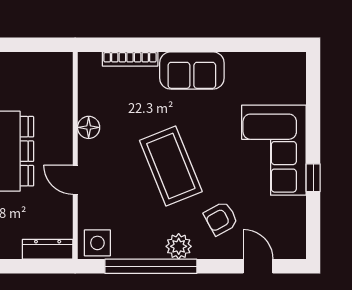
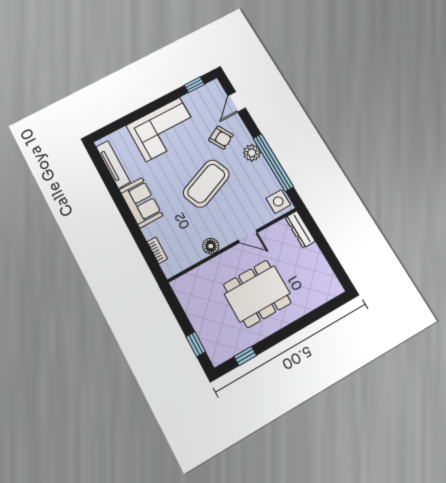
bookcase: (130, 59) -> (157, 250), width x0.64
tv unit: (262, 62) -> (113, 164), added
window: (313, 178) -> (194, 85), moved
door: (75, 180) -> (248, 236), hinge flipped

